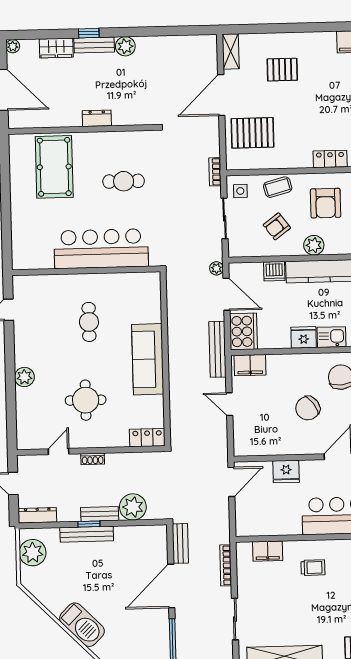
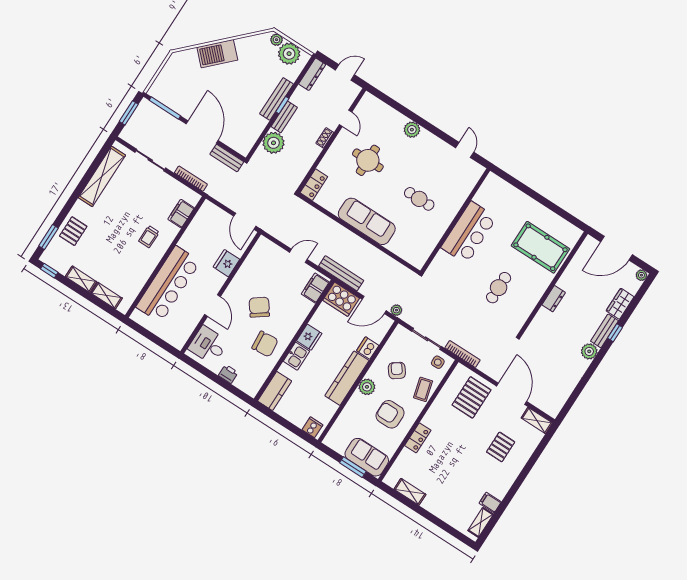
bookcase: (215, 172) -> (463, 354), width x1.56
bar counter: (101, 249) -> (469, 233), width x0.73
plant: (27, 575) -> (277, 40), added

